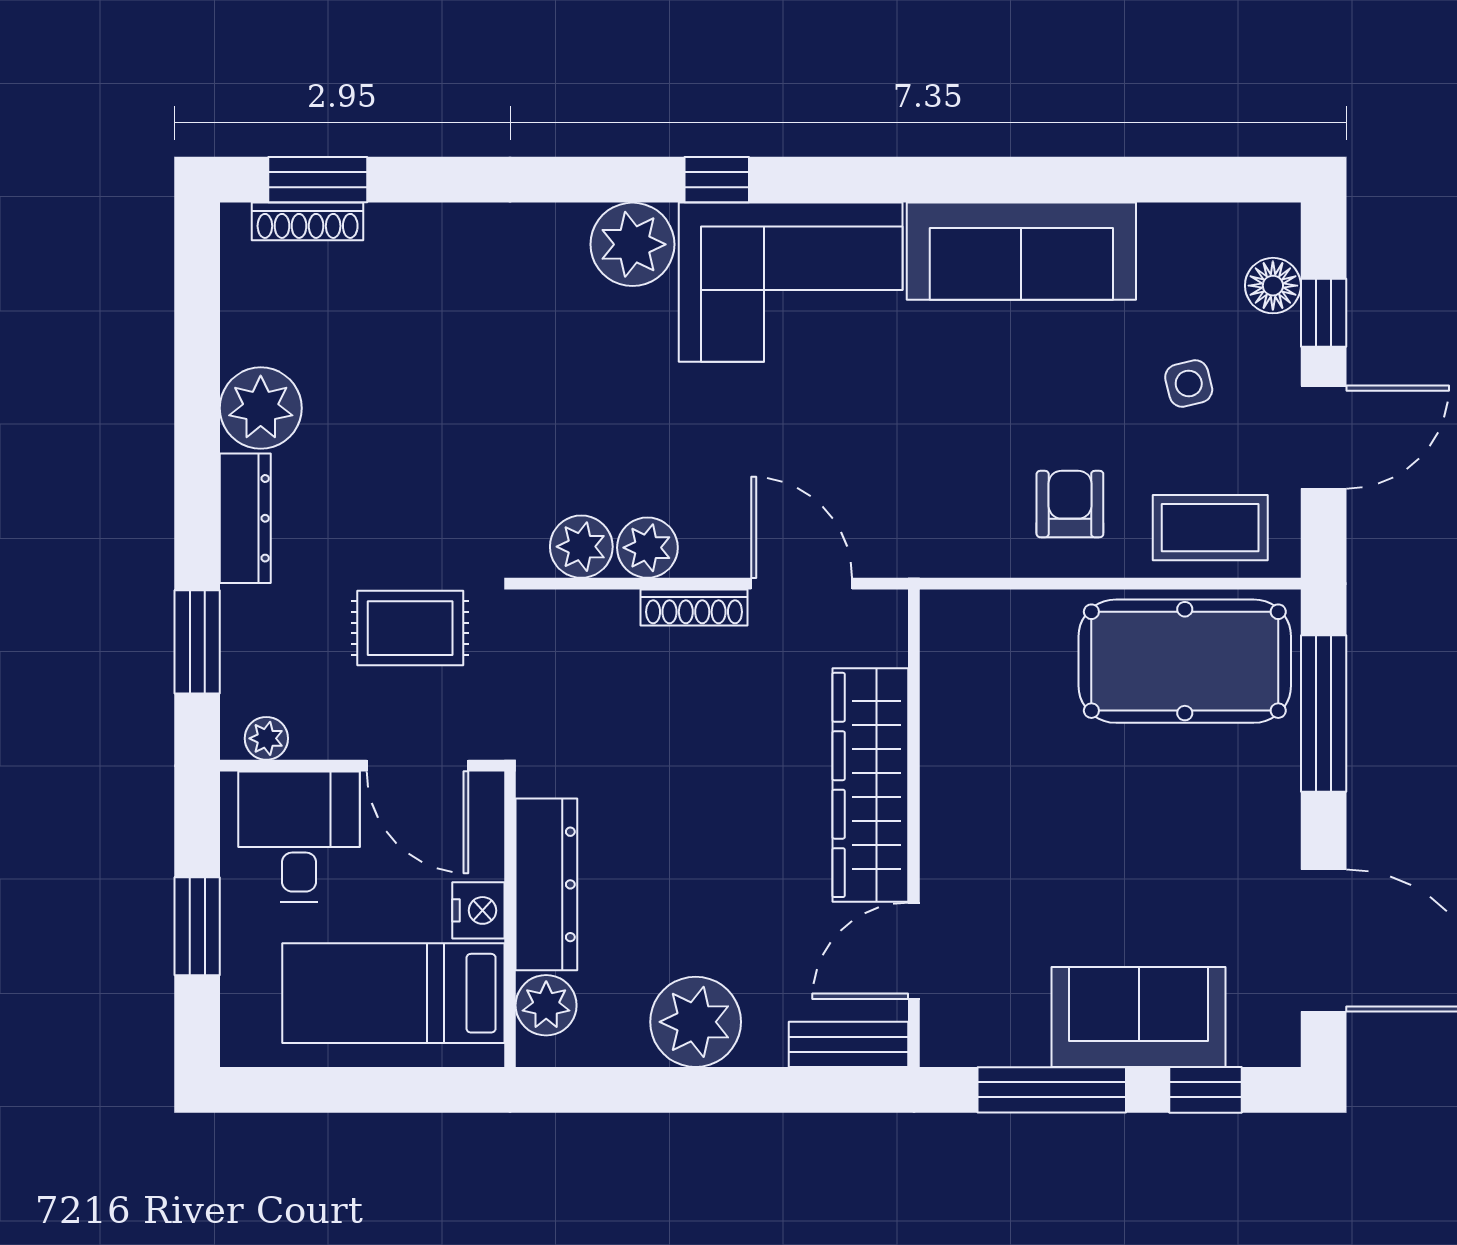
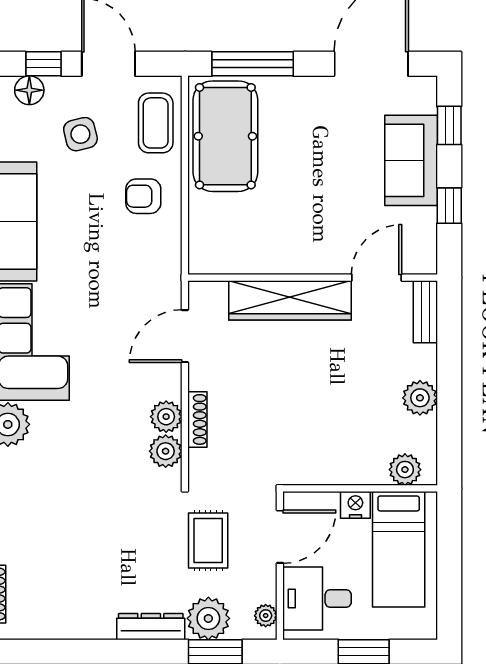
side table: (1189, 384) -> (80, 134), width x1.37, depth x1.37
plant: (261, 408) -> (208, 618), moved
shoe rack: (694, 607) -> (197, 419), moved
dresser: (546, 884) -> (342, 469), removed
door: (914, 951) -> (377, 278), swing flipped
plant: (696, 1022) -> (420, 398), width x0.73, depth x0.73
window: (1052, 1090) -> (449, 206), width x0.46

